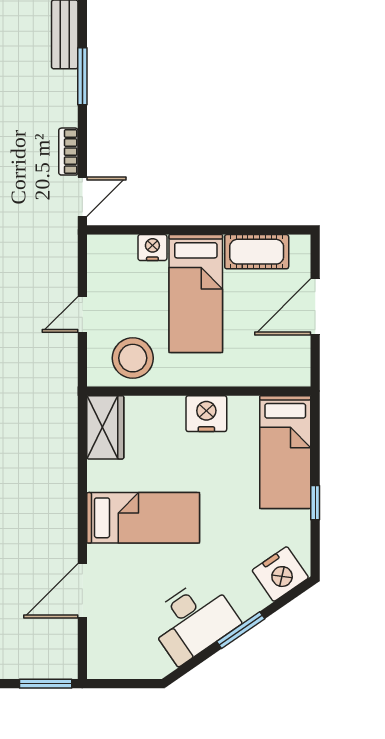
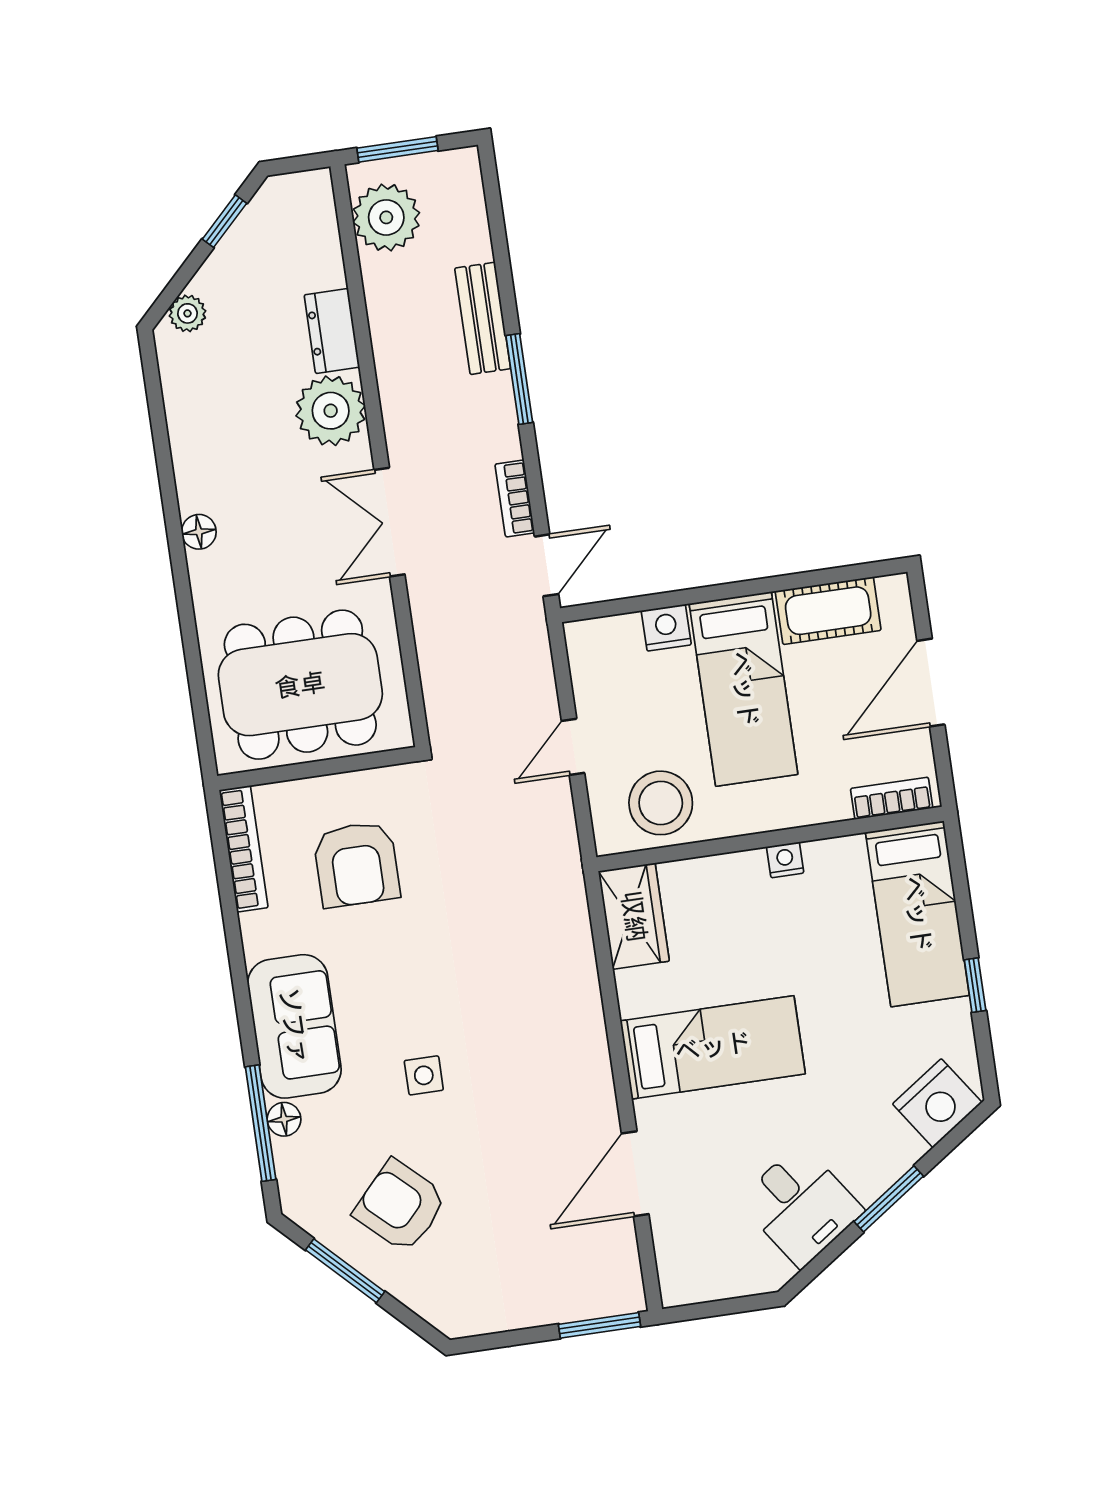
bookcase: (280, 377) -> (892, 798), added
nightstand: (206, 414) -> (785, 860), width x0.53, depth x0.56
desk: (193, 620) -> (801, 1206), width x0.73

